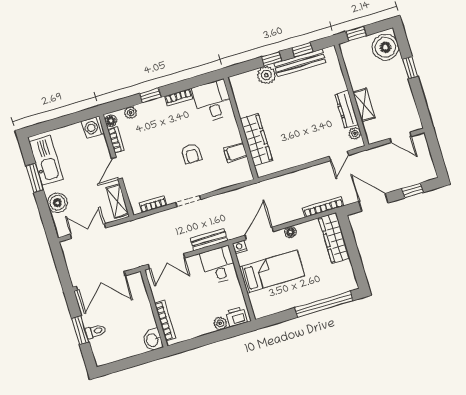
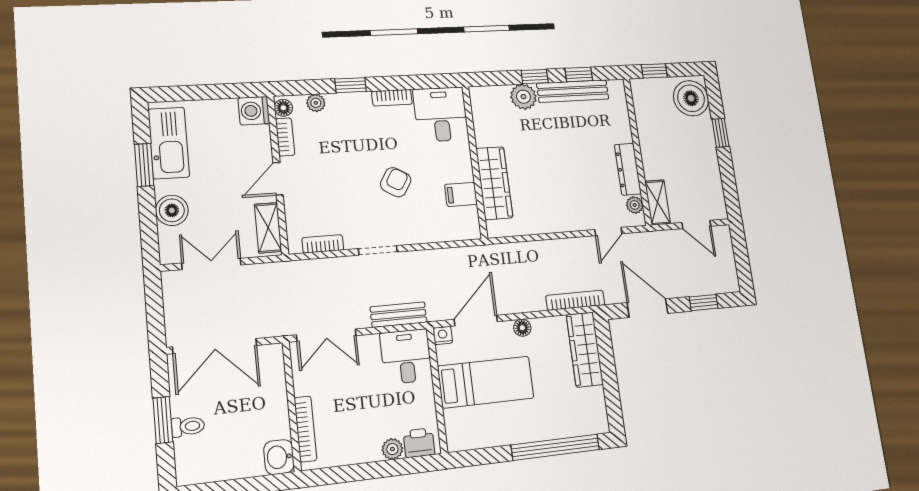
shelving: (364, 105) -> (658, 202), moved
armchair: (191, 154) -> (396, 182), turned -149

